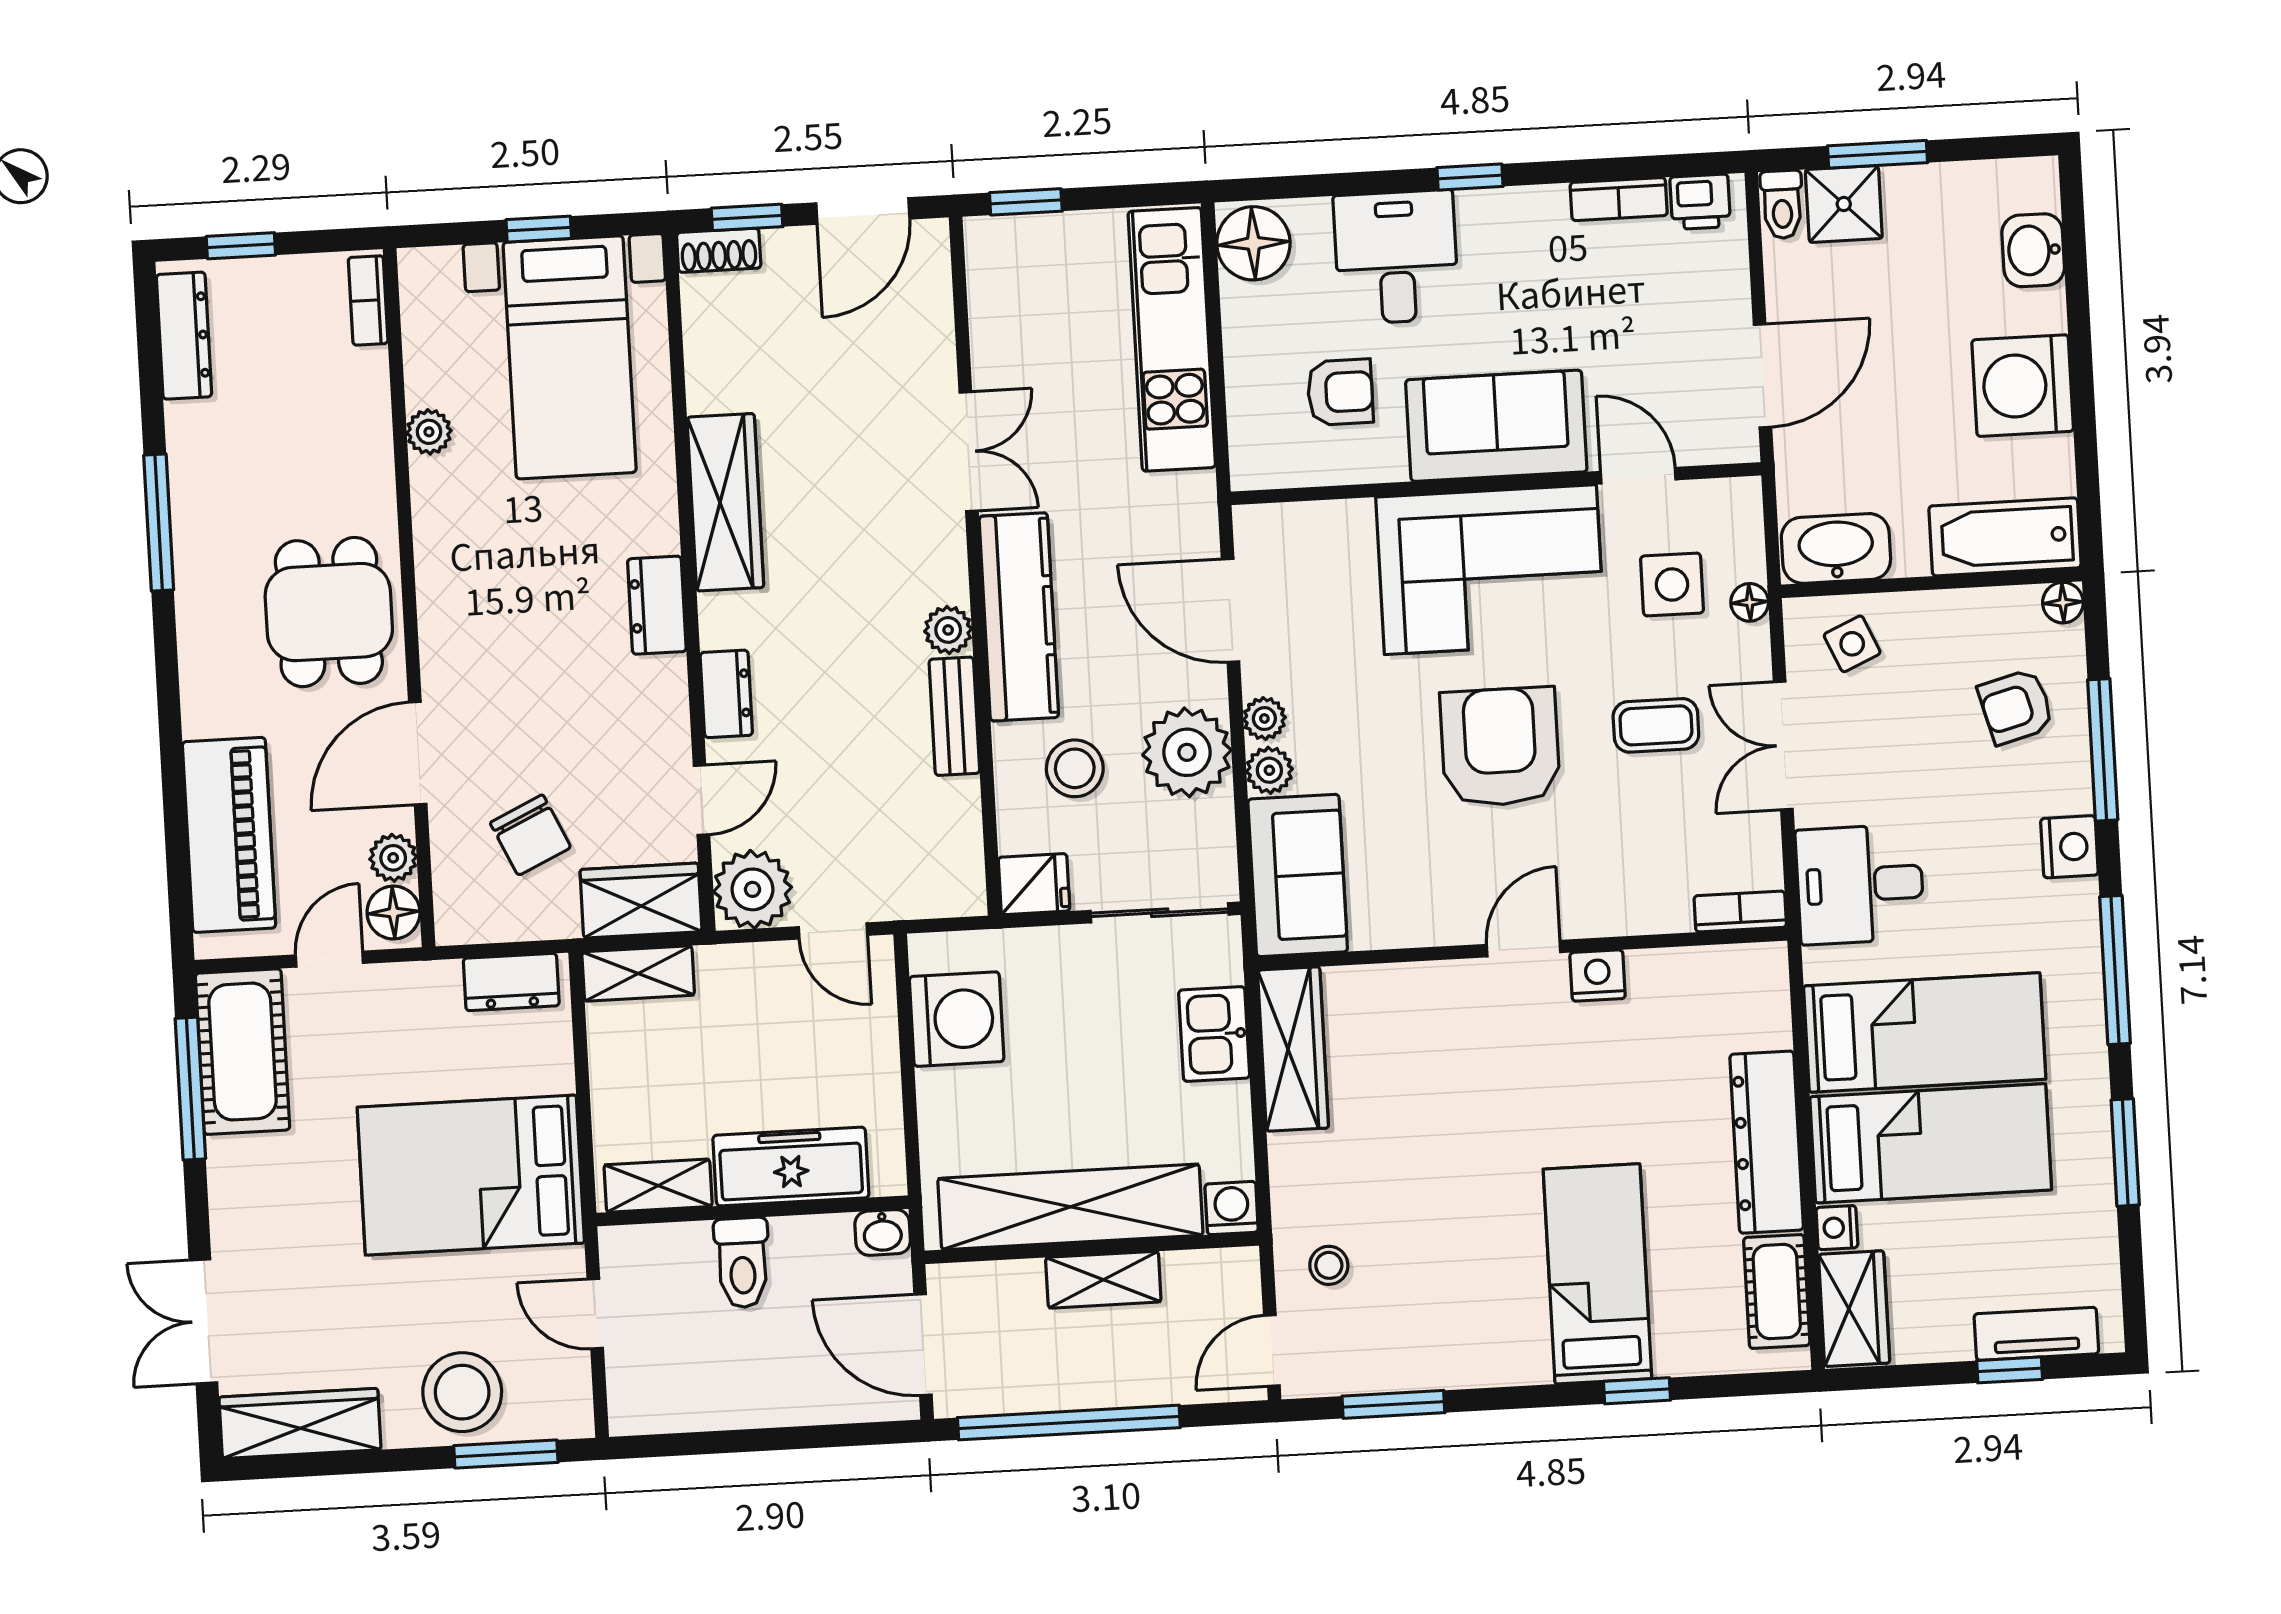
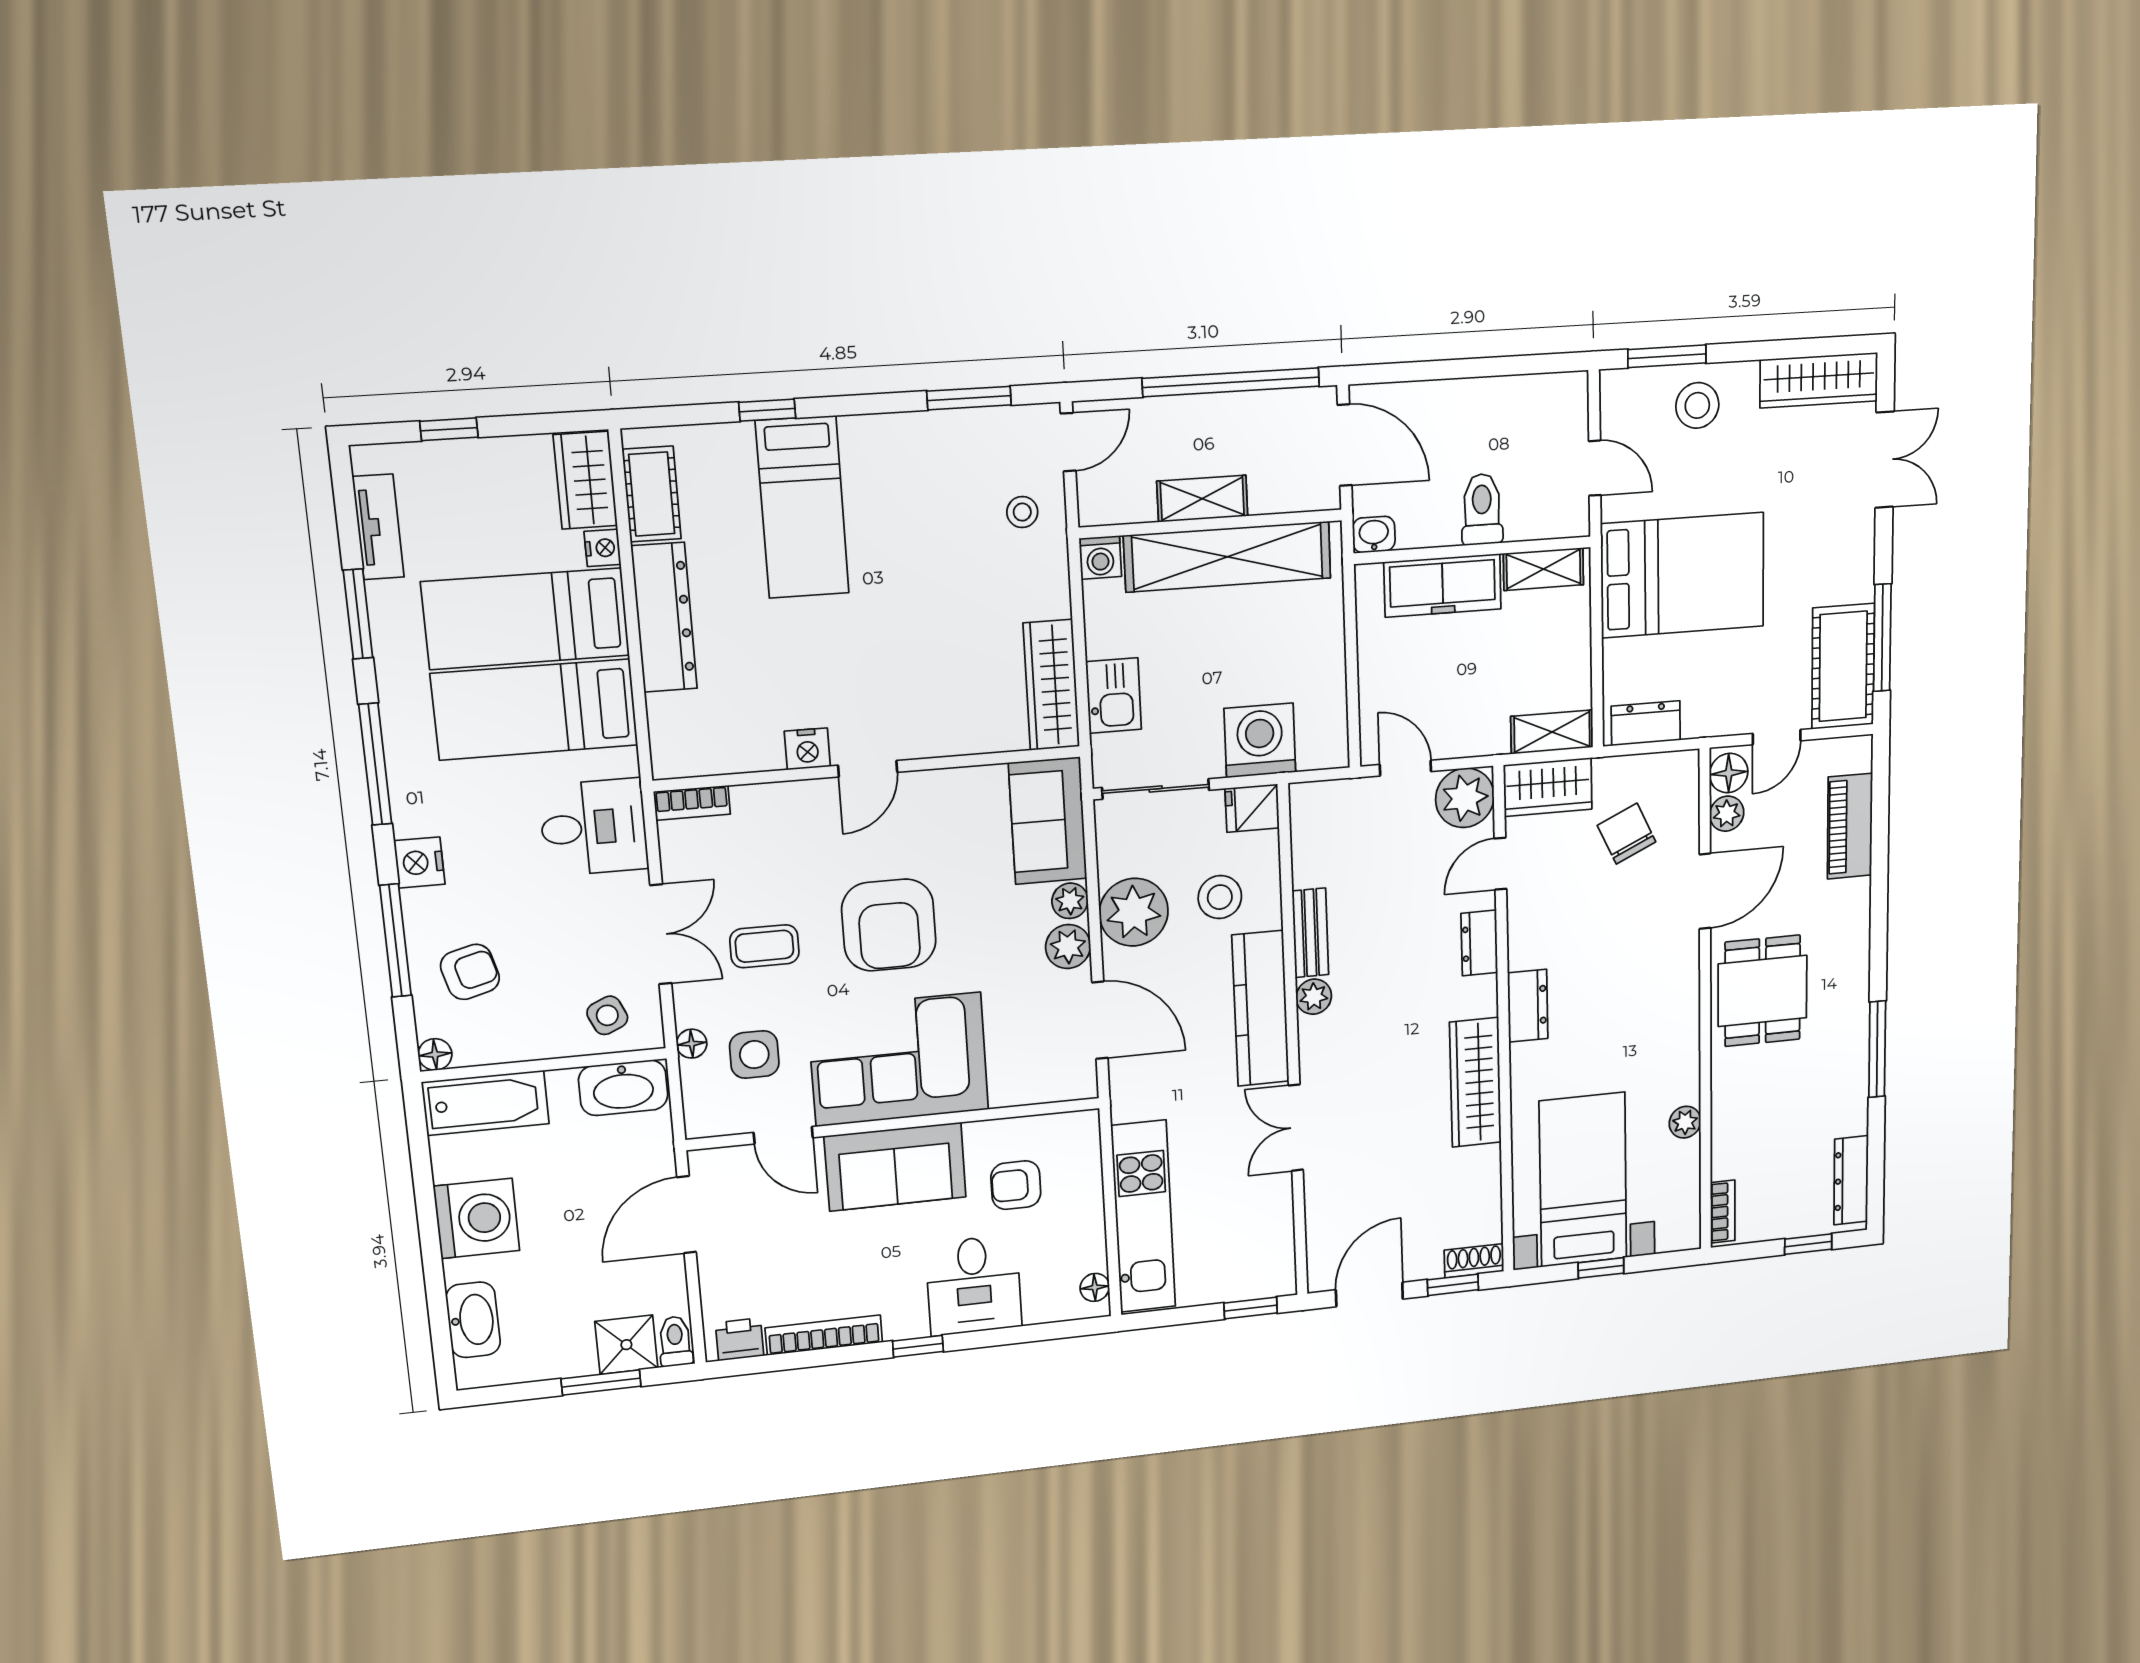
bookcase: (1619, 199) -> (824, 1335), width x1.56
floor lamp: (1253, 243) -> (1095, 1287), width x0.53, depth x0.53
washbasin: (2033, 250) -> (473, 1320), width x1.38
plant: (1264, 719) -> (1068, 947), width x1.38, depth x1.38
piano: (229, 835) -> (1850, 826), width x0.73, depth x0.75
washing machine: (957, 1019) -> (1260, 740), moved, turned 90
tv unit: (2036, 1334) -> (378, 527), moved, turned -90
stool: (462, 1392) -> (1697, 405), width x0.73, depth x0.73

